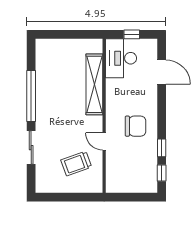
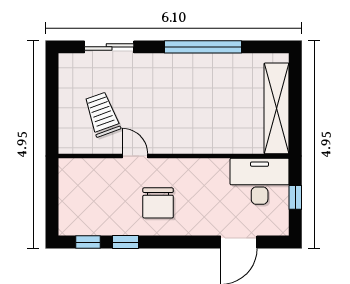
shelving: (94, 84) -> (277, 108), moved, turned 90
door: (104, 141) -> (135, 156), hinge flipped
sliding door: (31, 148) -> (109, 47), moved

